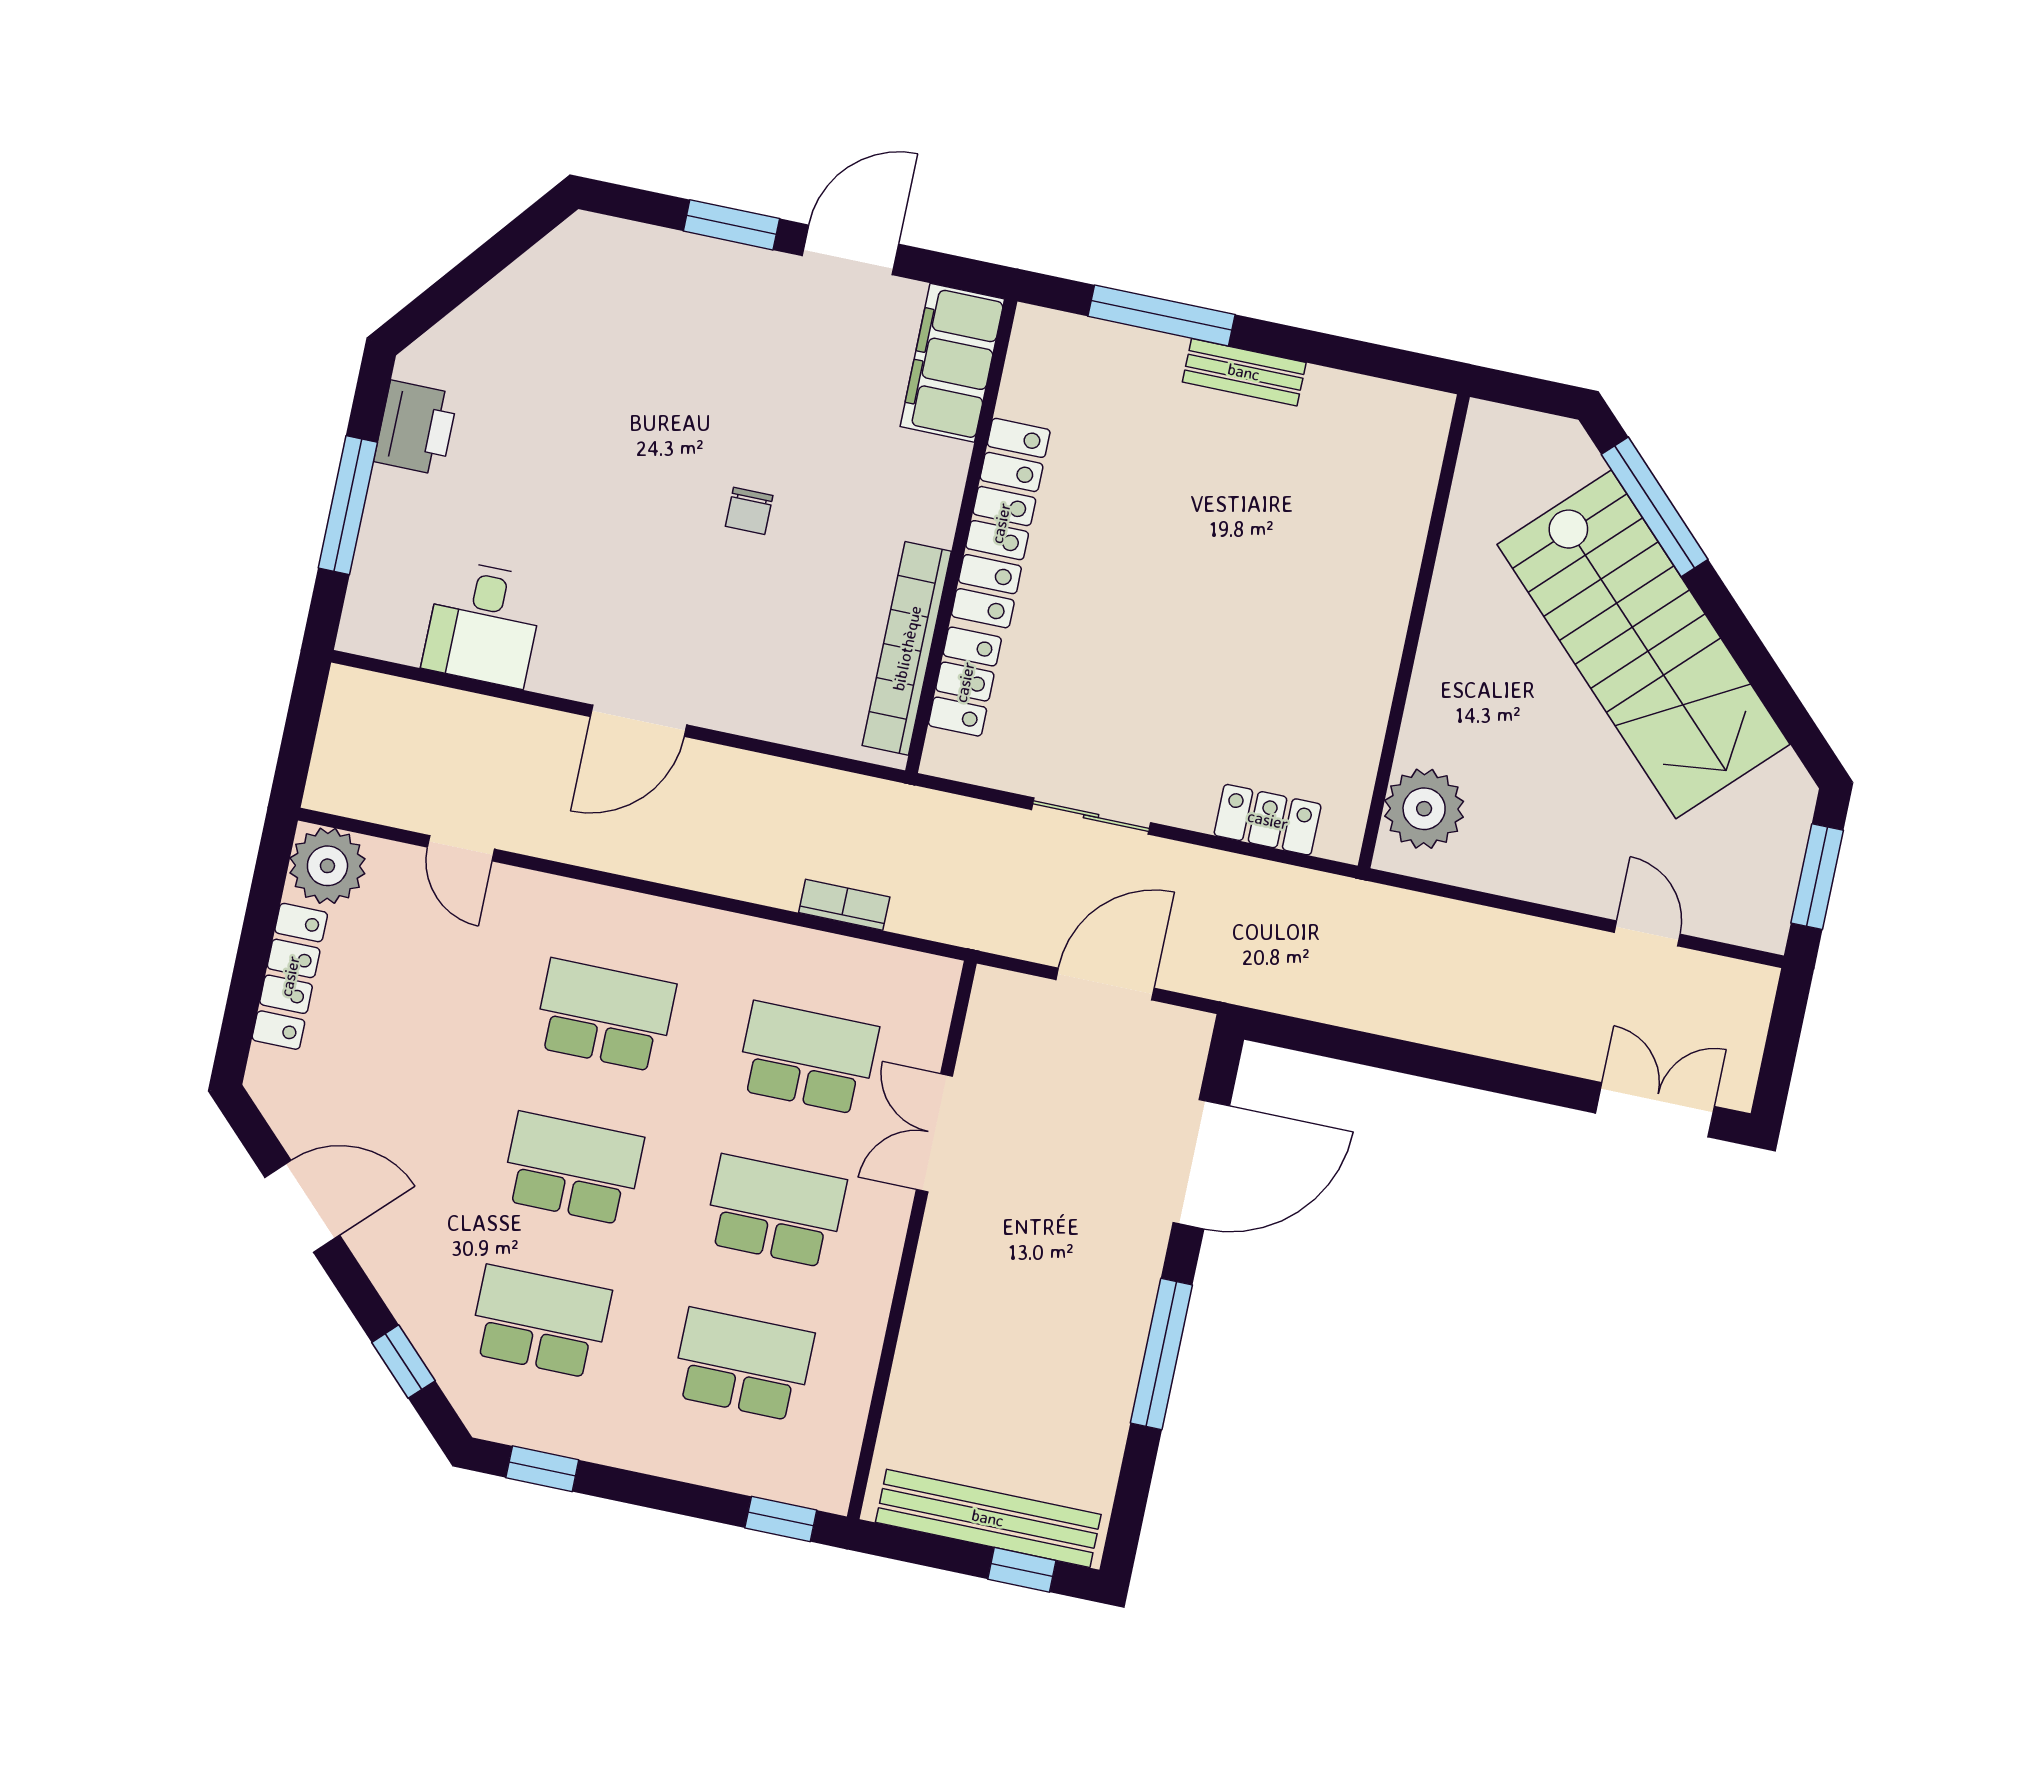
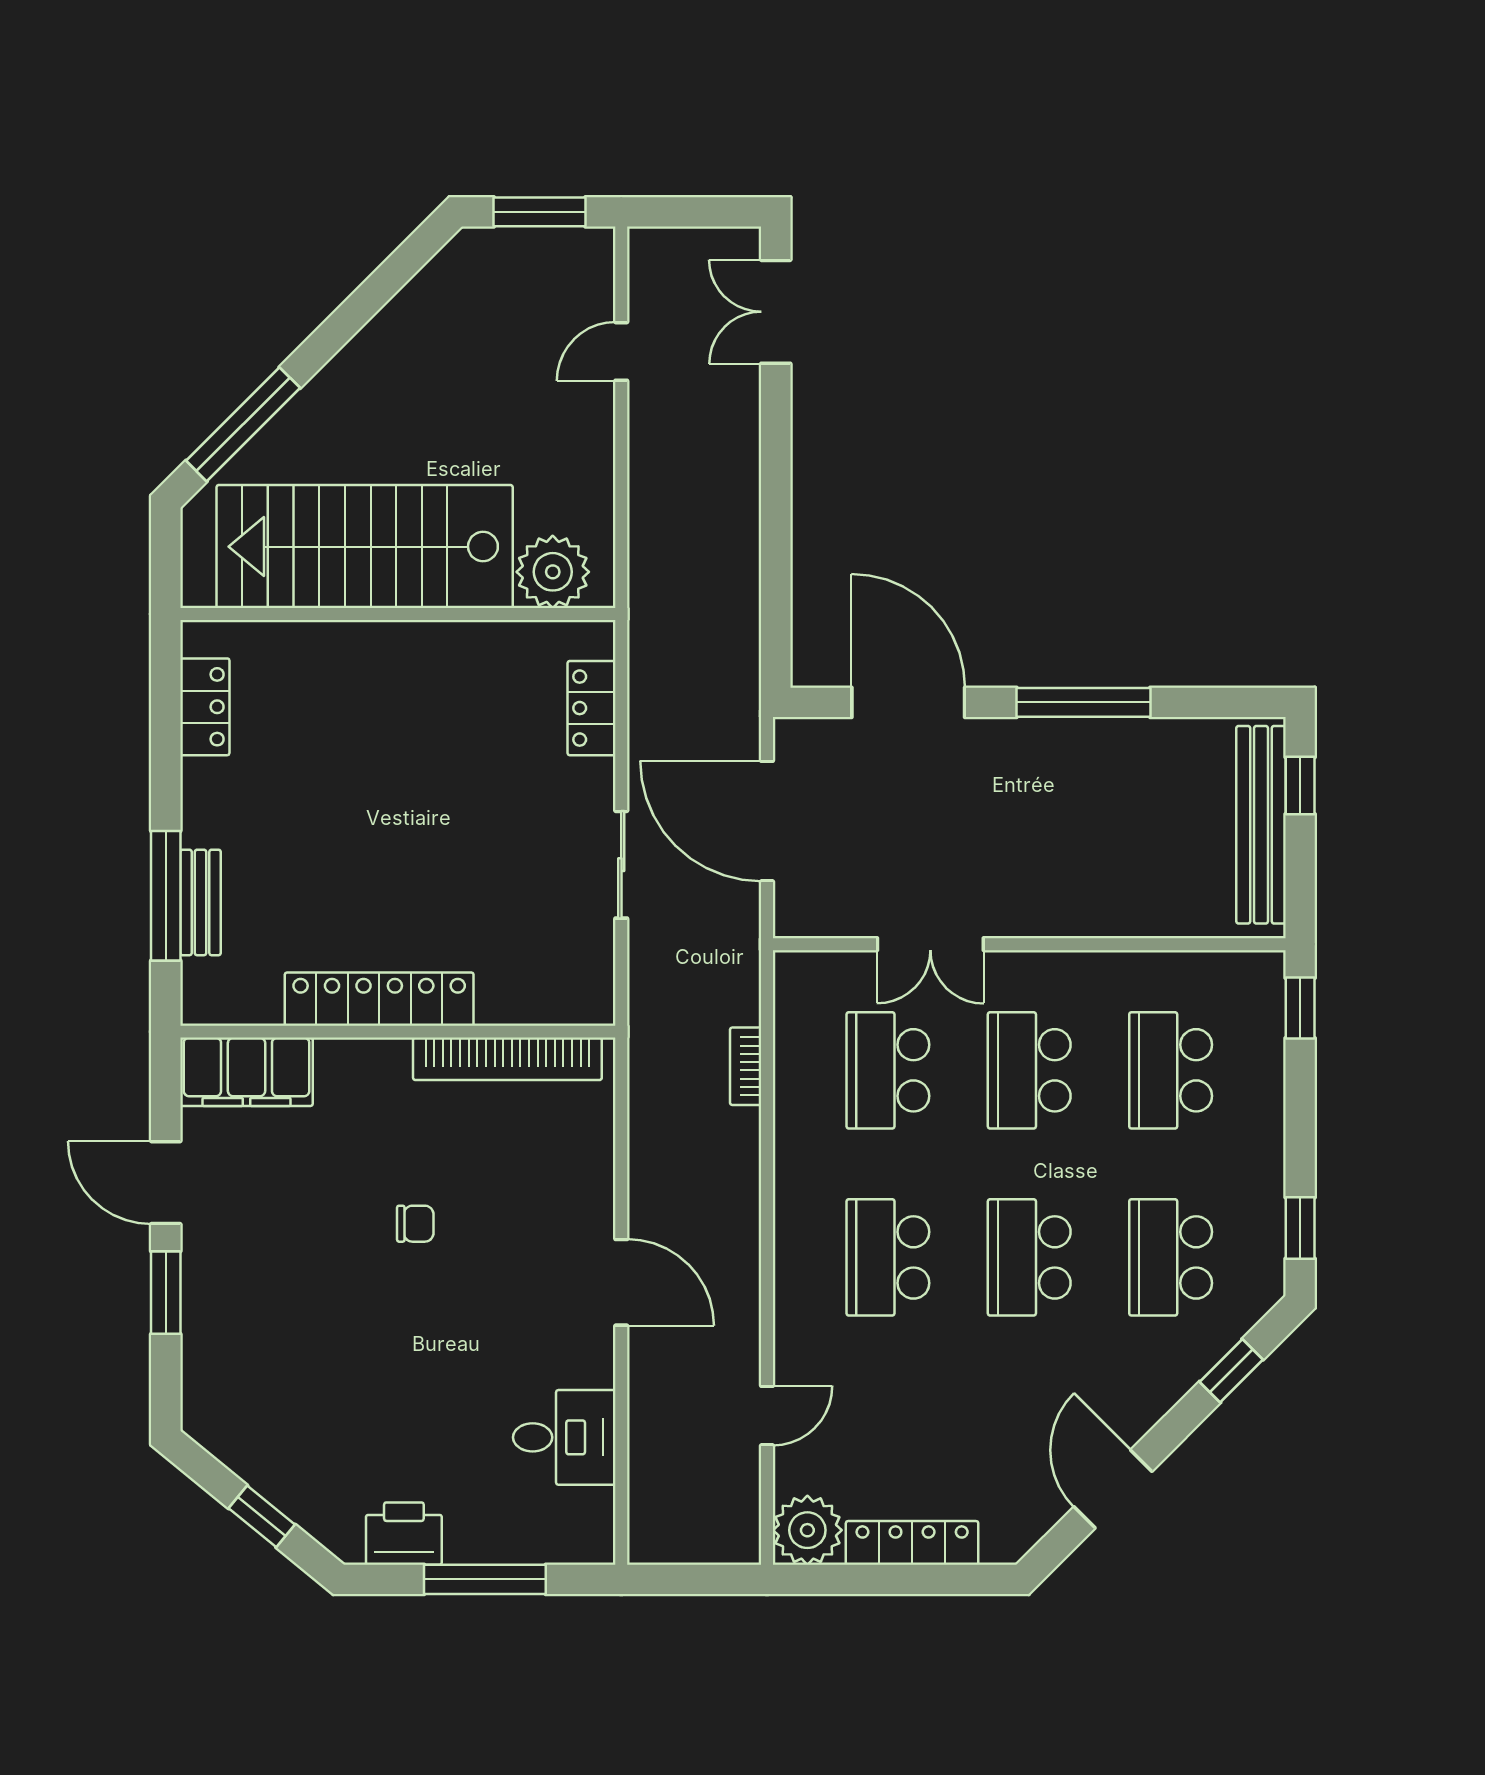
window: (467, 278) -> (262, 1516), added
bench: (1244, 372) -> (201, 902), moved
stairs: (1644, 644) -> (365, 547), moved, turned -135
locker: (965, 682) -> (205, 707), moved, turned 90
door: (1105, 984) -> (767, 821), width x1.36

